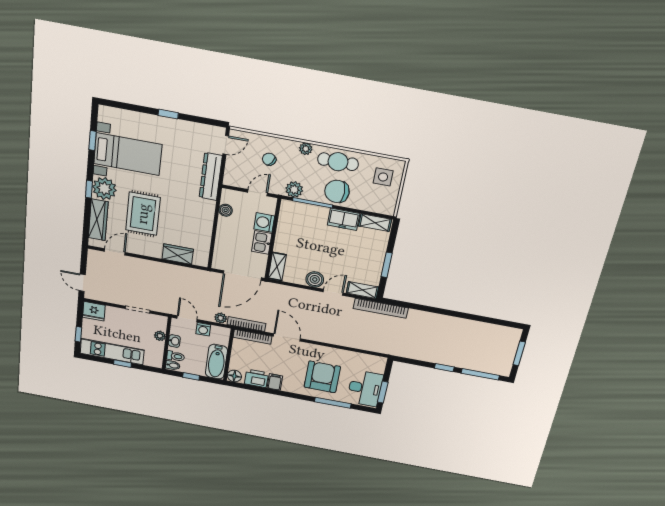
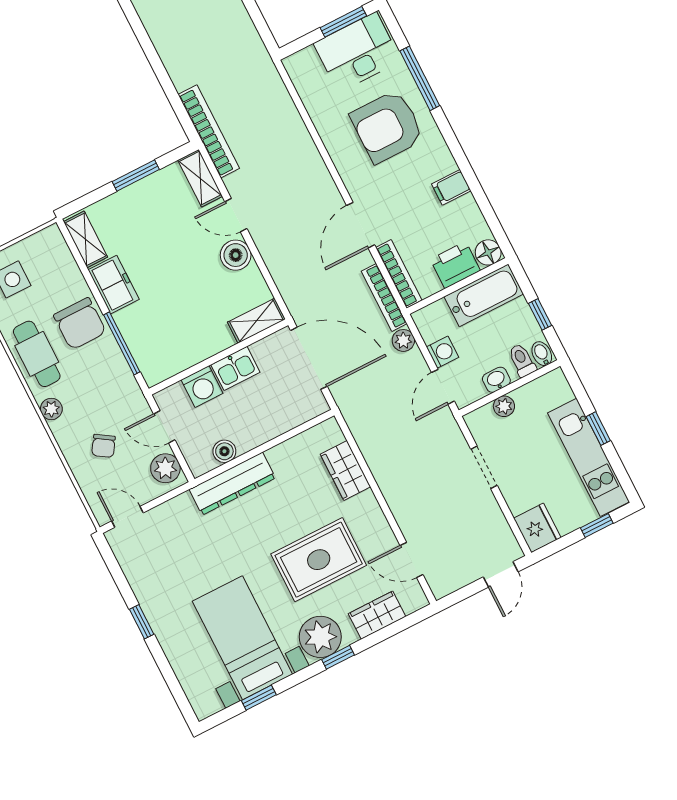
dresser: (211, 177) -> (232, 484), moved
plant: (294, 189) -> (165, 468), moved
wardrobe: (98, 220) -> (377, 615), width x0.67
printer: (256, 378) -> (455, 265), moved, turned 90

